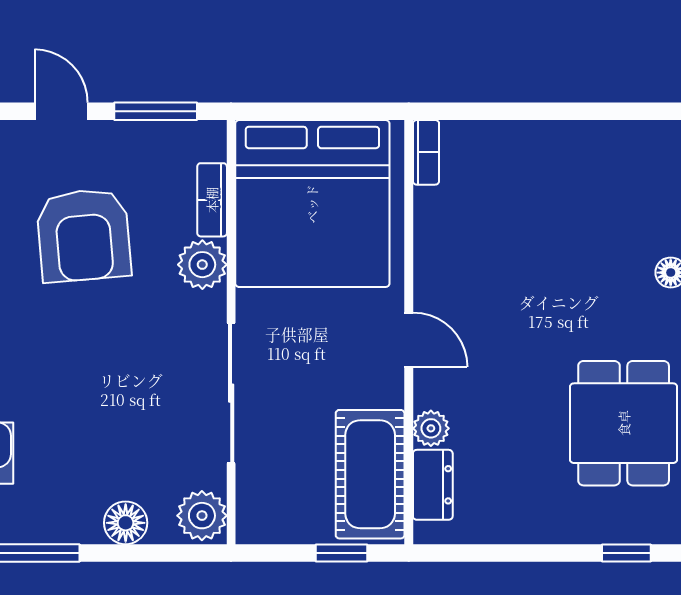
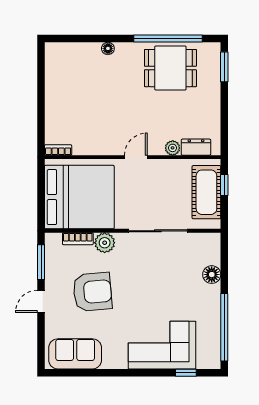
cot: (370, 474) -> (206, 192), moved, turned 90
plant: (202, 516) -> (209, 243), removed
window: (626, 553) -> (224, 67), width x1.50

